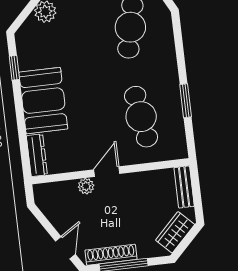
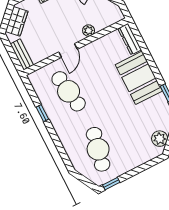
window: (186, 101) -> (42, 113), width x0.67
door: (107, 172) -> (68, 51), moved

